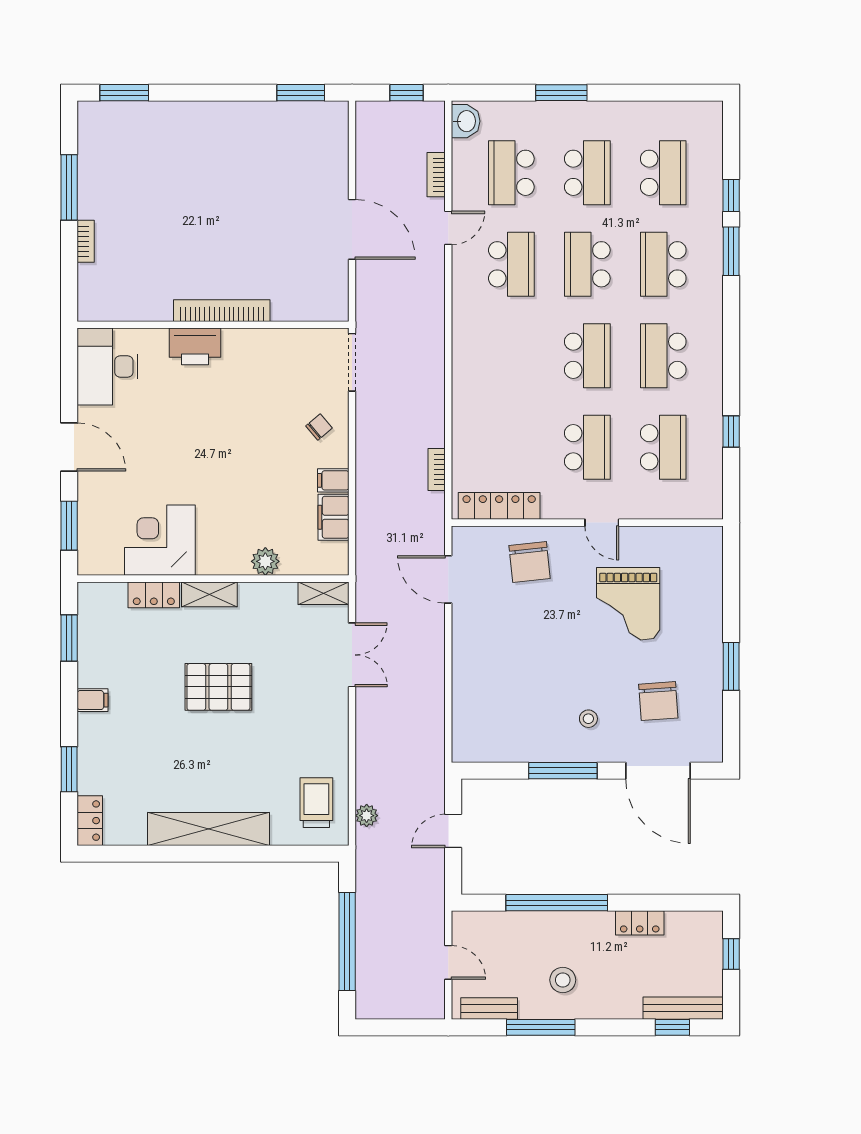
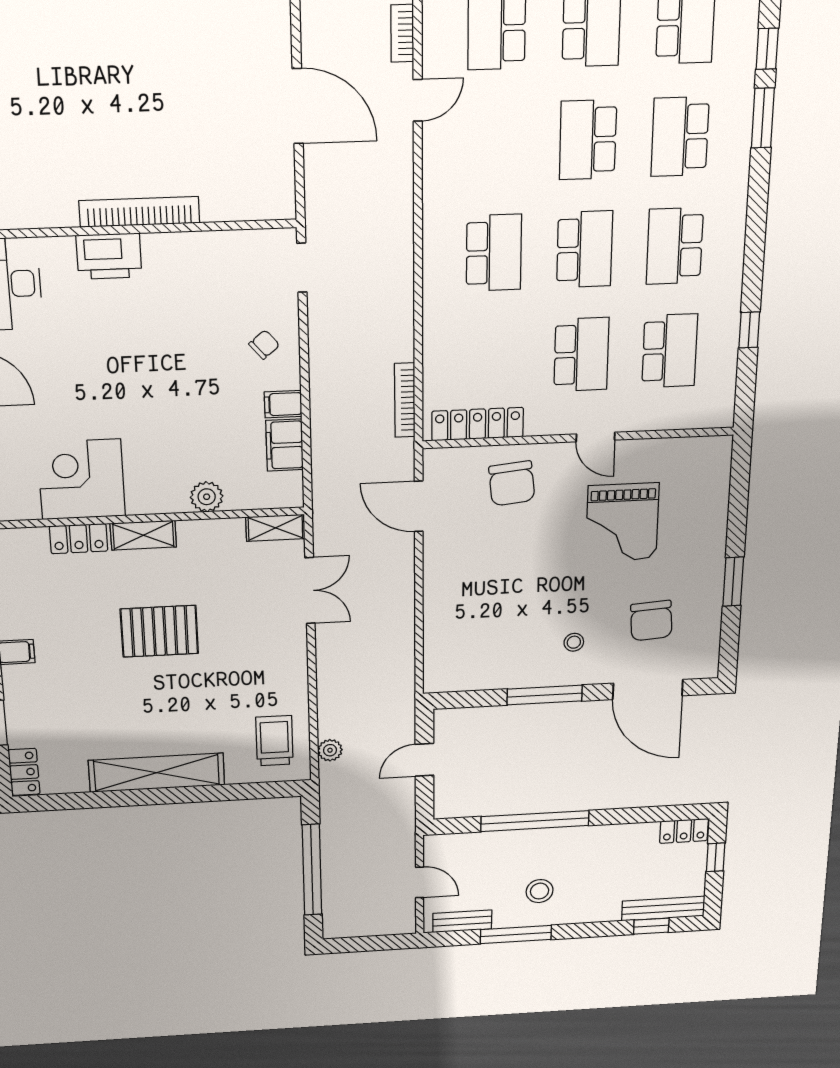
school desk: (511, 264) -> (494, 253), moved
doorway: (352, 362) -> (302, 268), width x0.73
bookcase: (437, 469) -> (405, 400), width x1.56
locker: (640, 923) -> (684, 831), moved

